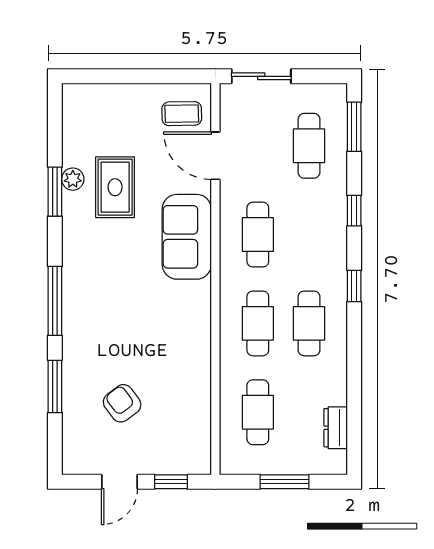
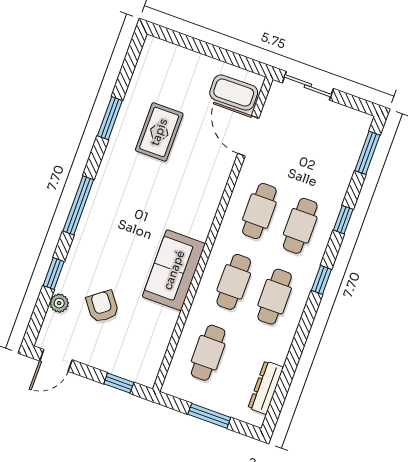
coffee table: (182, 114) -> (234, 93), width x1.36, depth x1.30
cafe table: (309, 146) -> (300, 226), moved
plant: (73, 179) -> (59, 303), moved
sofa: (187, 237) -> (174, 270), moved
window: (55, 386) -> (54, 274), width x0.67
dresser: (336, 428) -> (266, 388), width x1.44
door: (119, 482) -> (56, 360), moved

